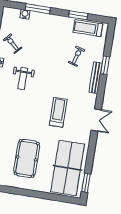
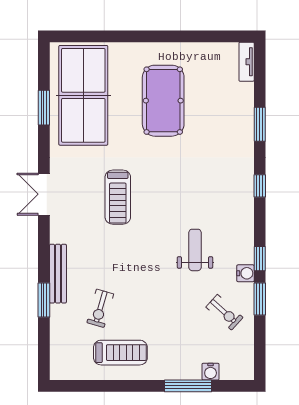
window: (78, 15) -> (110, 386), removed
treadmill: (88, 28) -> (120, 353), moved
window: (86, 183) -> (44, 108), moved

